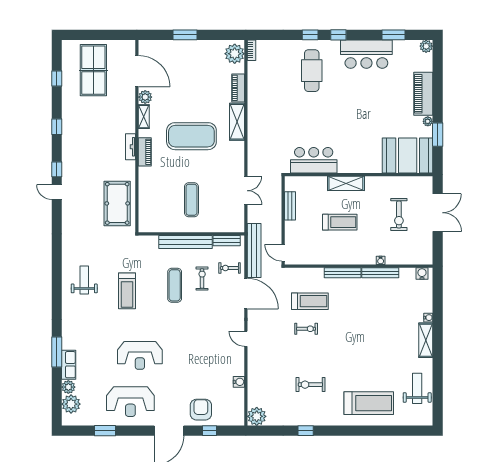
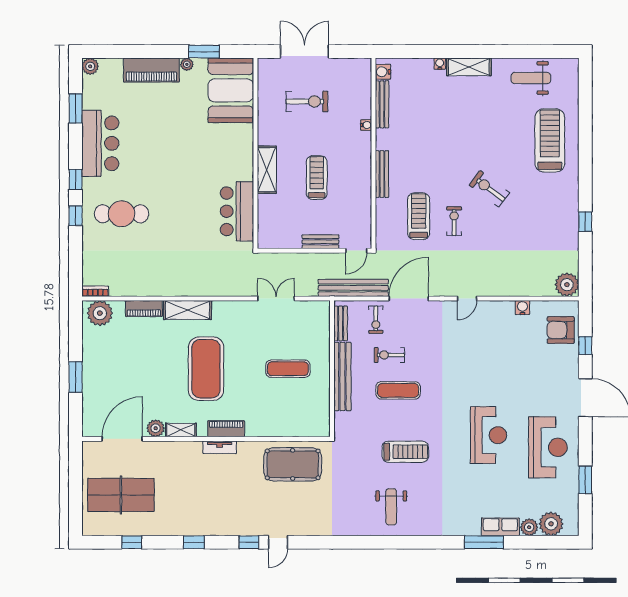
bench: (290, 206) -> (320, 242), moved
bench: (380, 273) -> (382, 104), moved
weight bench: (84, 280) -> (391, 507), turned -90
exercise bike: (310, 385) -> (489, 189), moved, turned 127
armchair: (201, 410) -> (561, 330), moved

